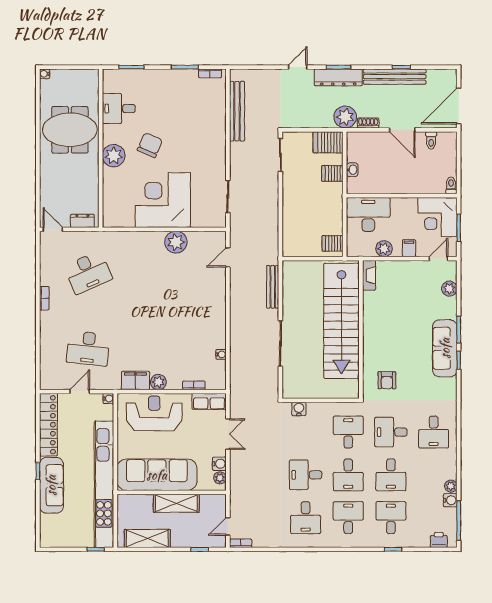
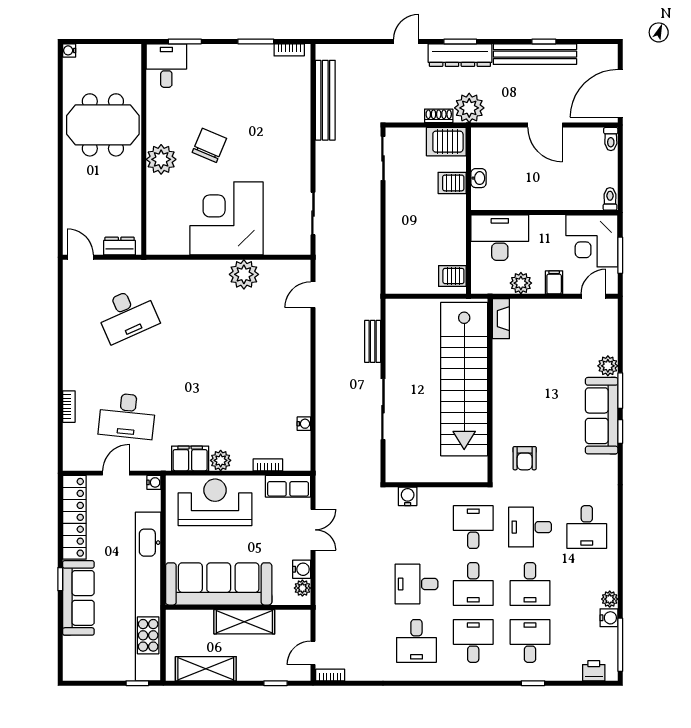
desk: (119, 109) -> (166, 66), moved, turned 90
shoe rack: (368, 123) -> (439, 116), moved
toilet: (431, 140) -> (611, 139), moved
bench: (273, 287) -> (373, 341), width x0.73
plant: (449, 289) -> (608, 366), moved
bookcase: (44, 298) -> (69, 407), moved

